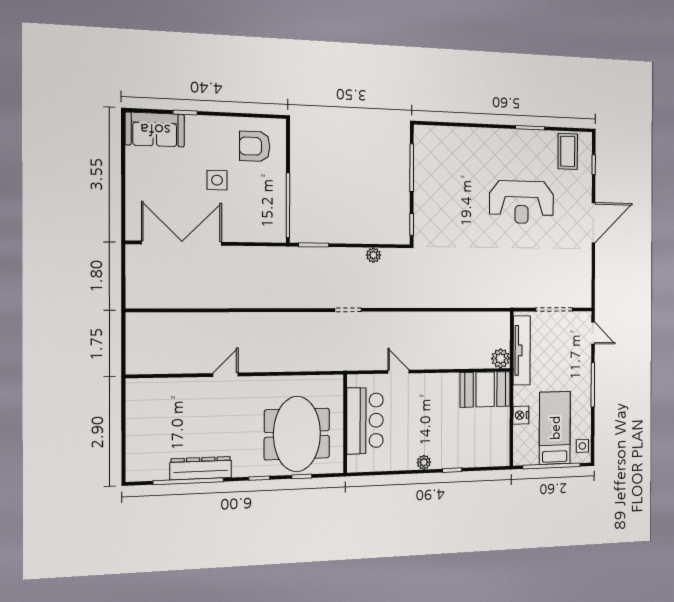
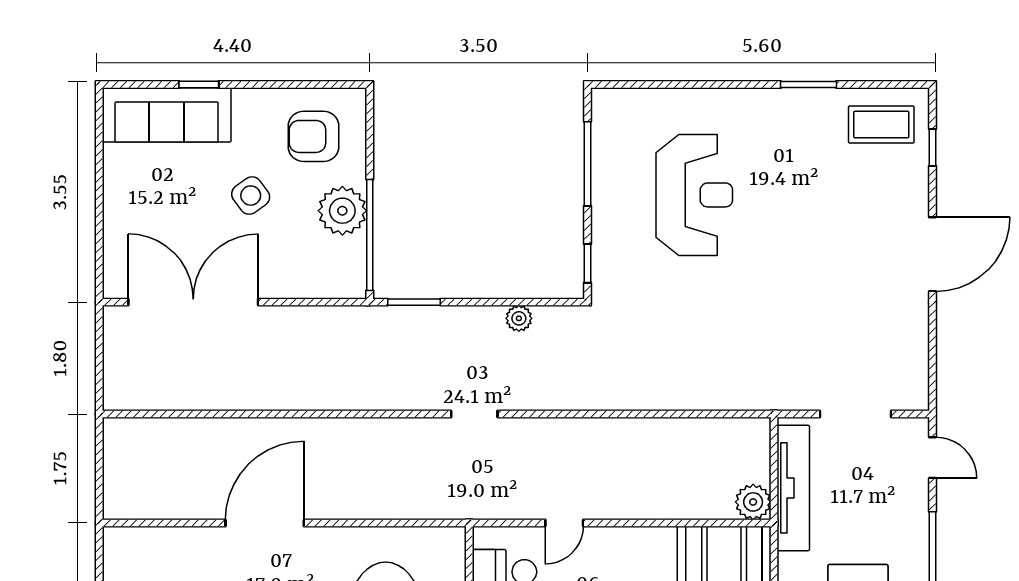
sofa: (155, 130) -> (167, 115), width x1.36
coffee table: (568, 151) -> (881, 125), turned 90
side table: (217, 180) -> (251, 196), turned -36
plant: (272, 191) -> (342, 211), added
reception desk: (522, 202) -> (694, 195), moved, turned -90
door: (398, 372) -> (564, 523), swing flipped
door: (225, 375) -> (265, 523), width x1.88

